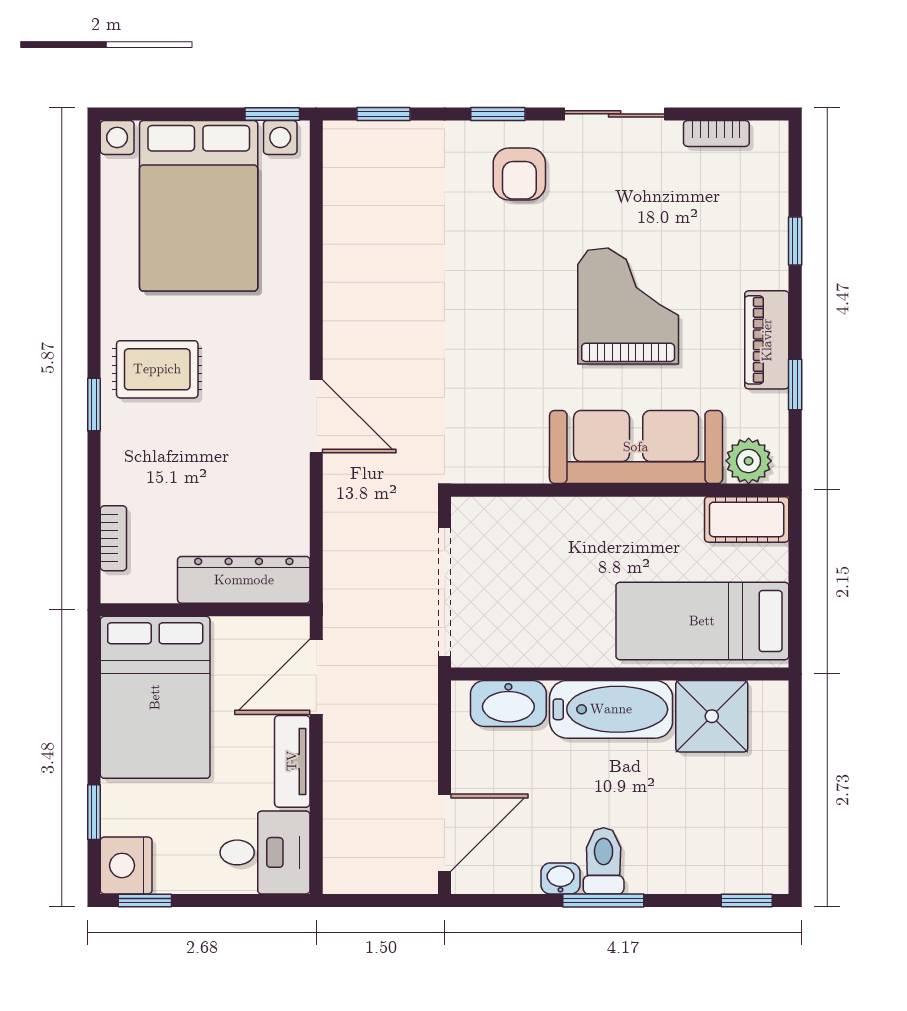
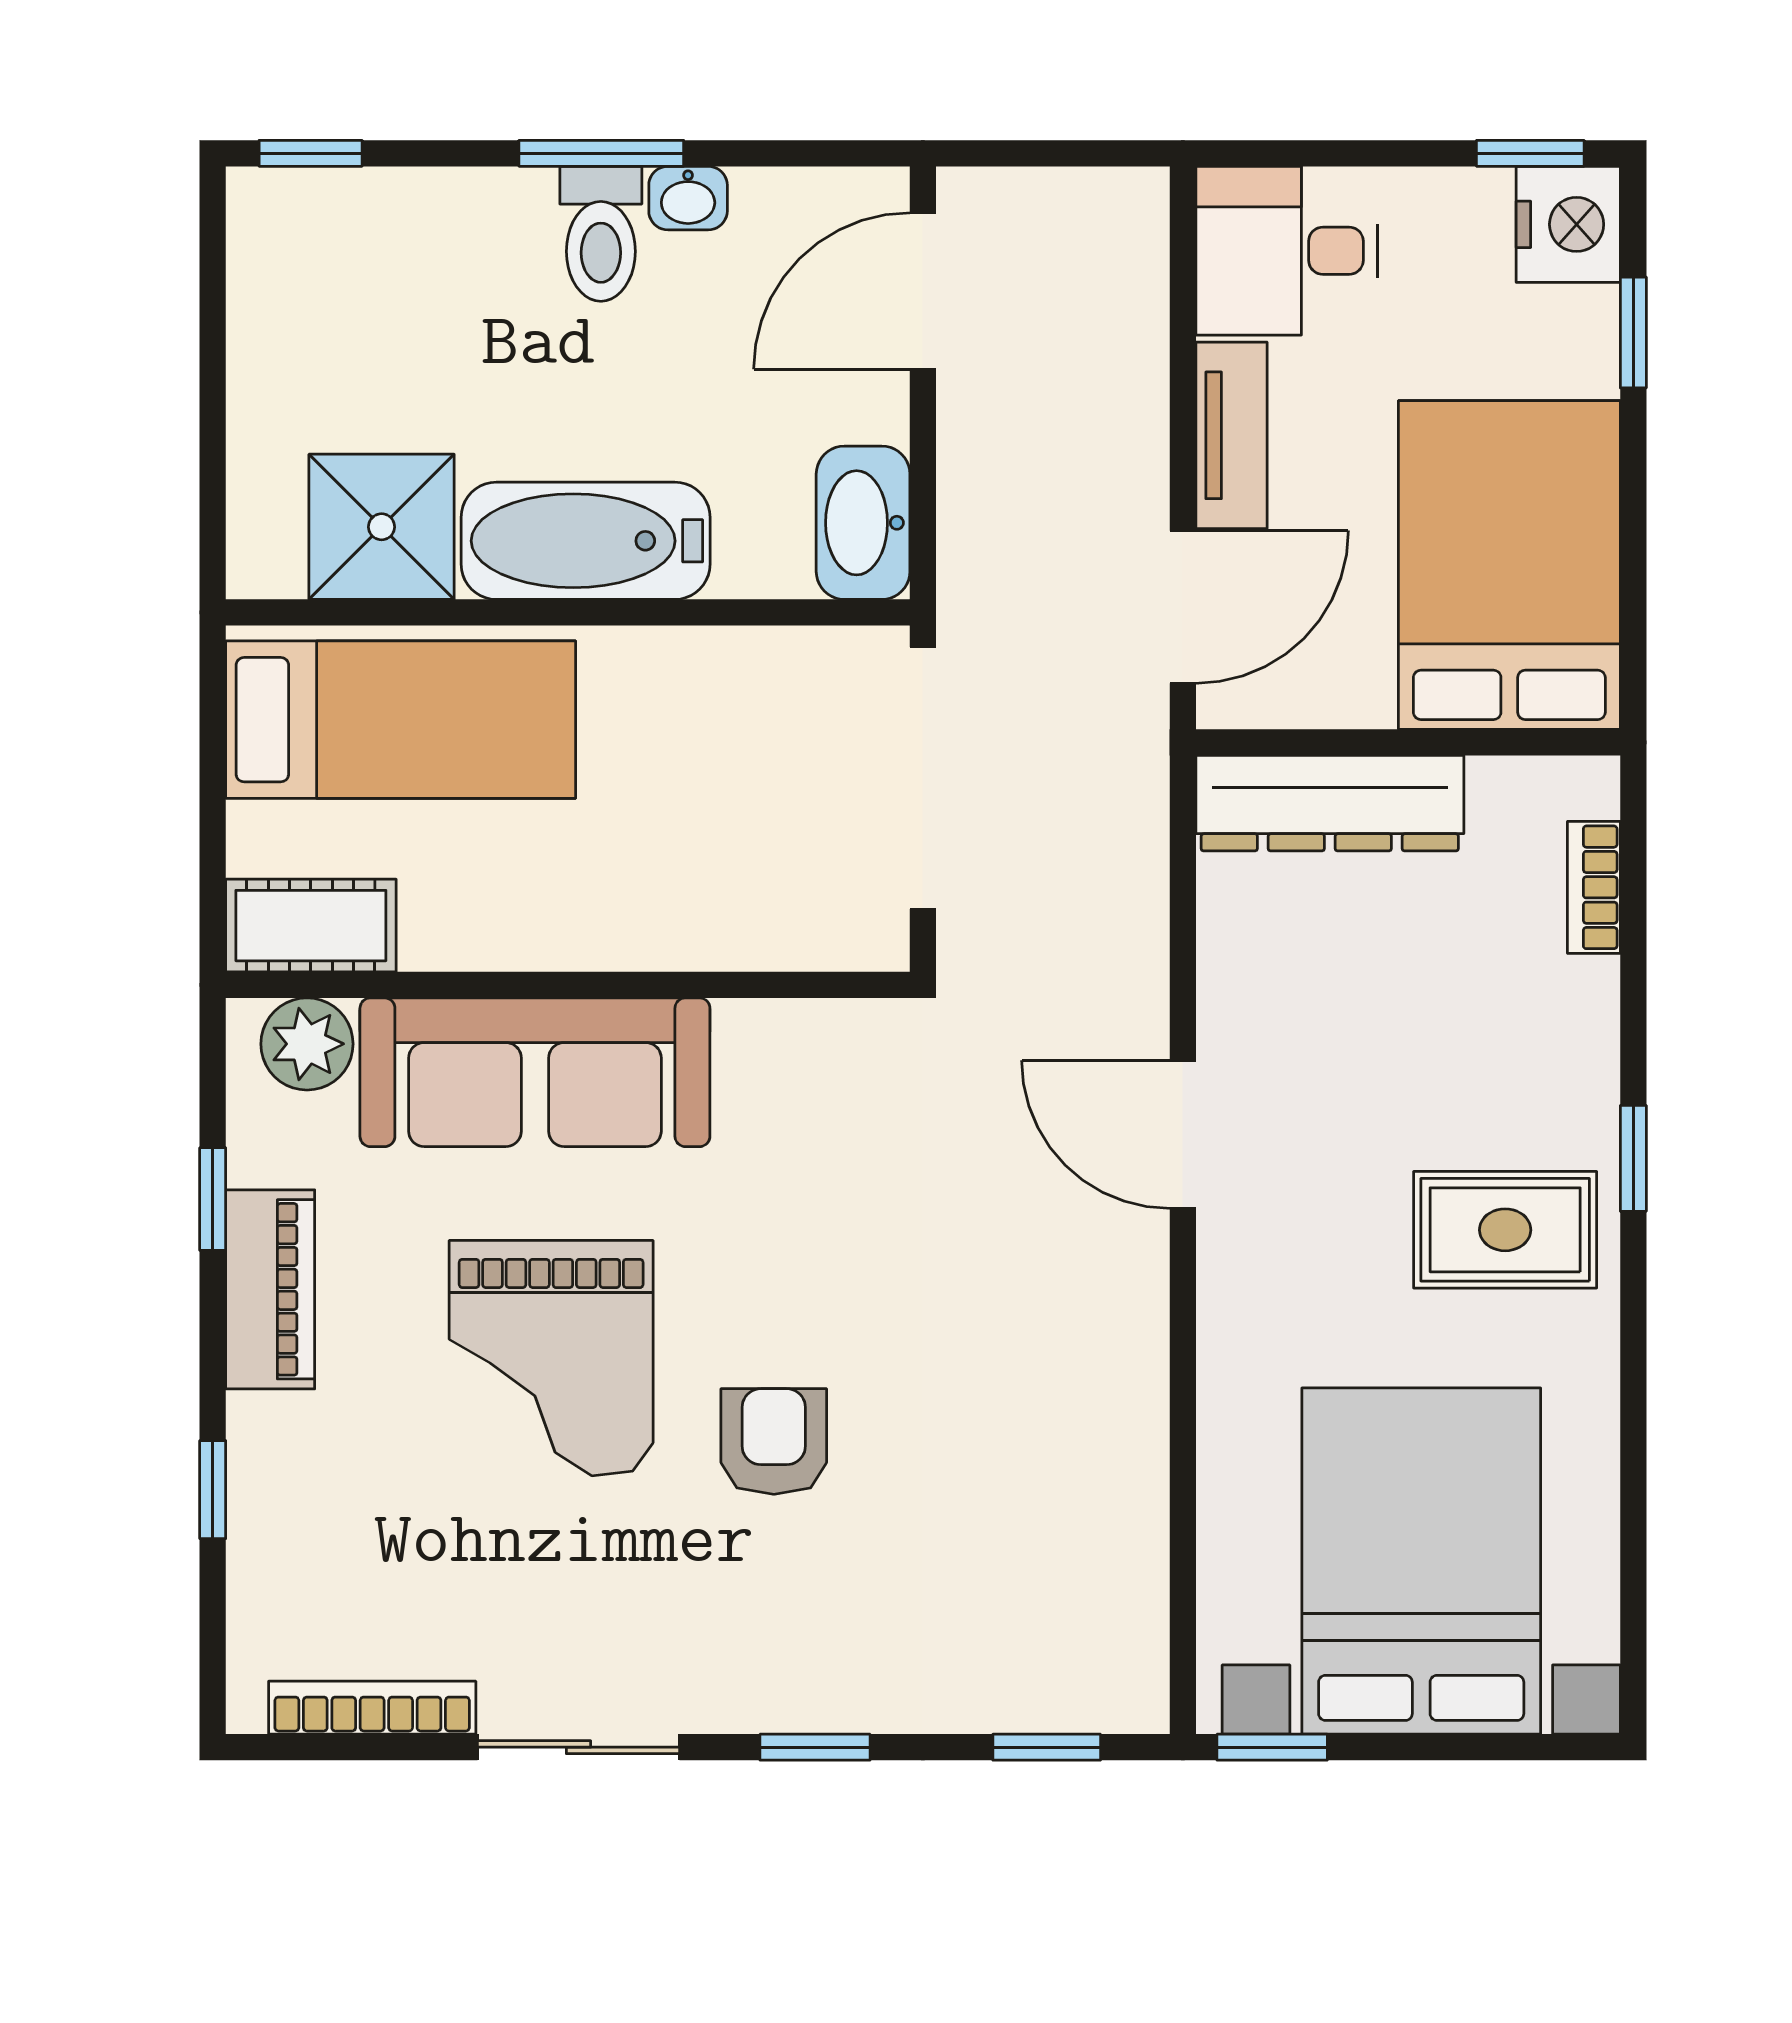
bookcase: (716, 133) -> (372, 1708), width x1.56
armchair: (519, 174) -> (774, 1441), moved
washbasin: (508, 703) -> (863, 523), moved, turned -90

